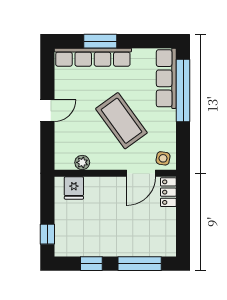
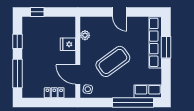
row of seats: (166, 78) -> (148, 91), width x0.68
fridge: (74, 188) -> (68, 44), moved
locker: (168, 192) -> (54, 93), moved

